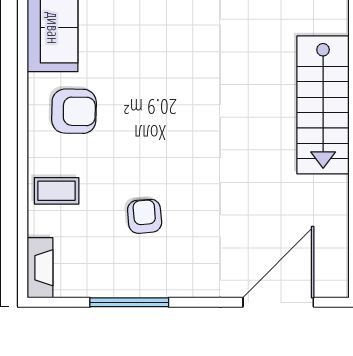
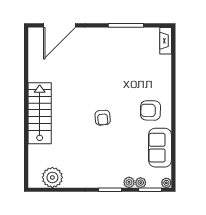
coffee table: (57, 191) -> (158, 75), removed
armchair: (145, 216) -> (103, 118), moved

